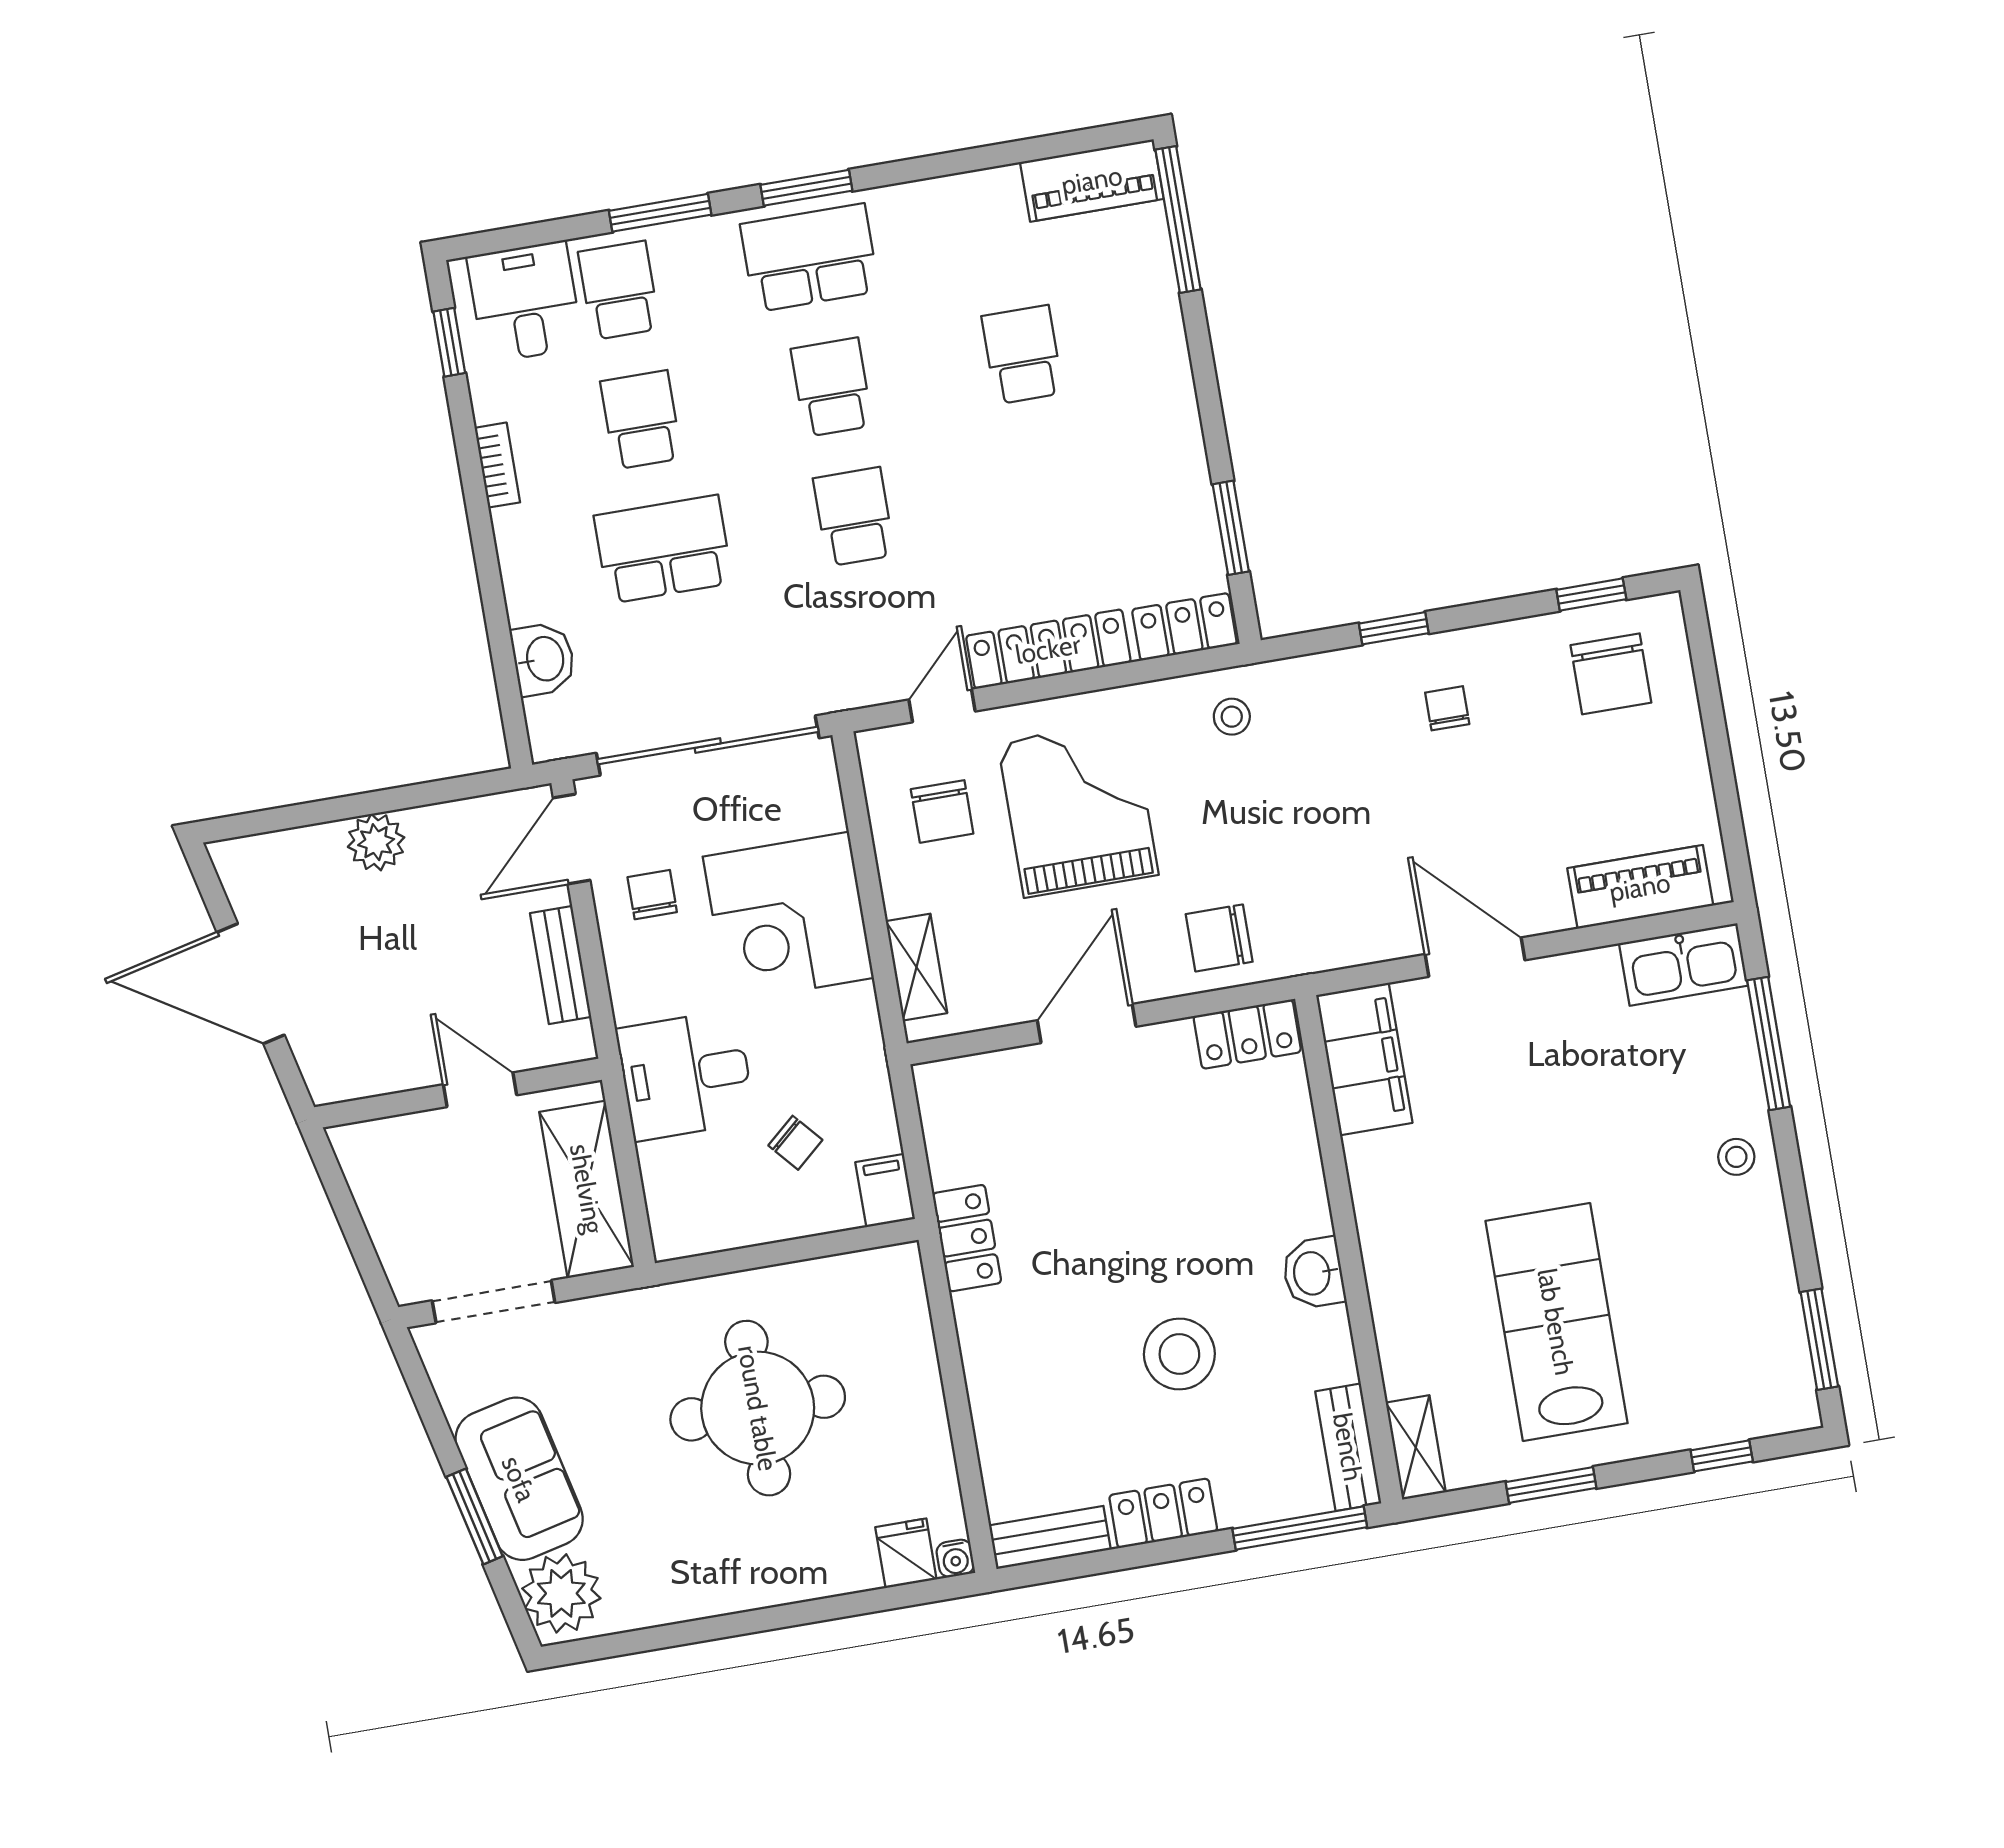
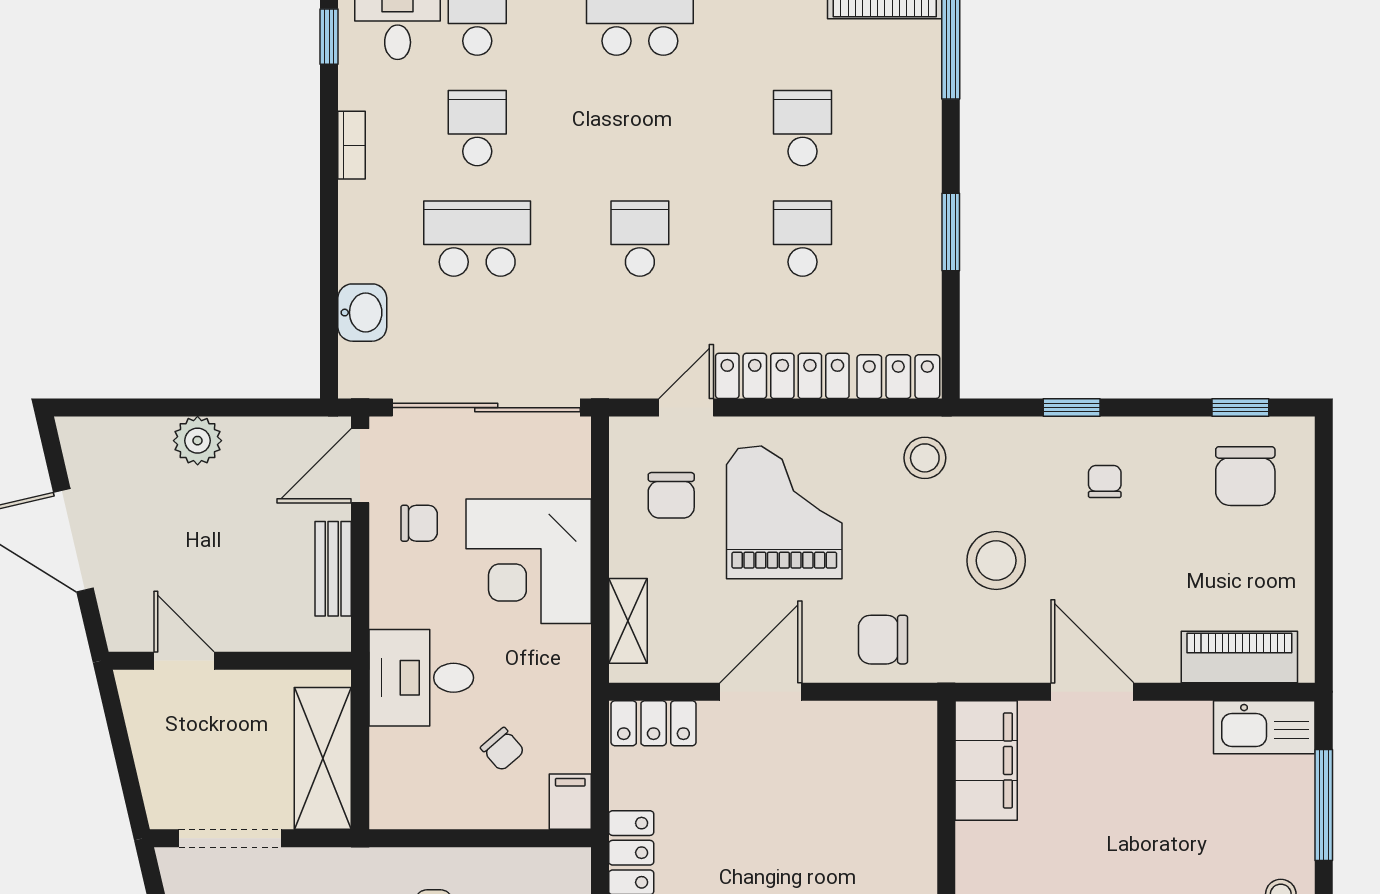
school desk: (832, 387) -> (803, 239), moved
window: (1231, 528) -> (951, 232), moved
stool: (1232, 717) -> (925, 458), width x1.37, depth x1.37
stool: (1336, 823) -> (996, 561), added
chair: (652, 895) -> (419, 523), turned 90
locker: (1247, 1034) -> (654, 723), moved
door: (480, 1090) -> (184, 661), moved

